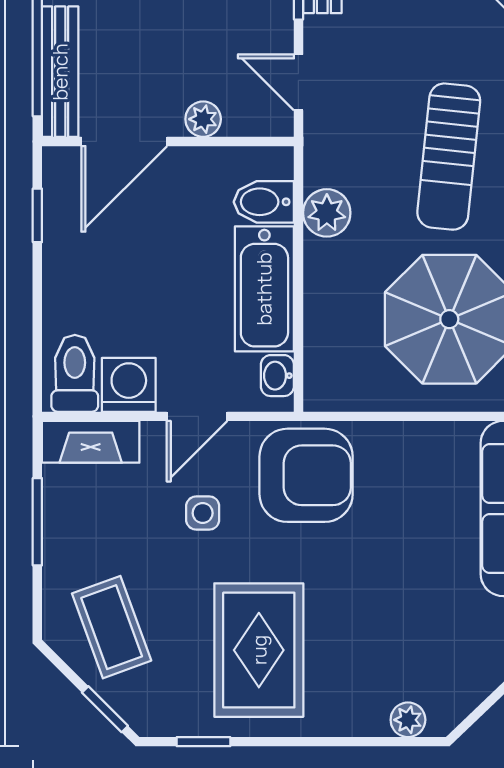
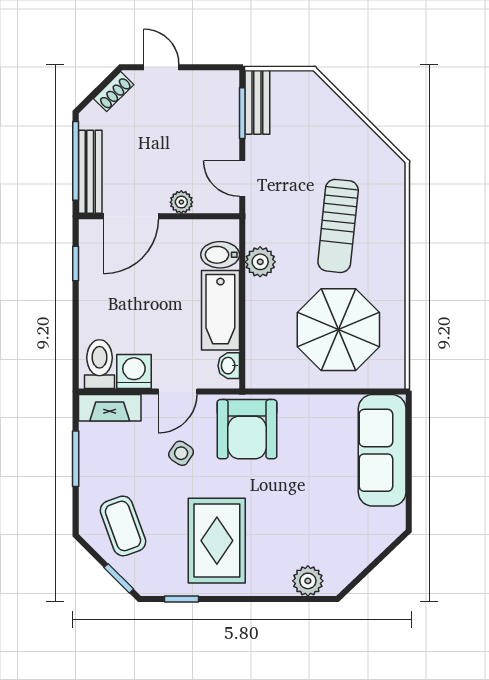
armchair: (306, 475) -> (247, 429), turned 90
side table: (203, 513) -> (181, 453), turned 34
plant: (408, 720) -> (308, 581), width x1.38, depth x1.38

